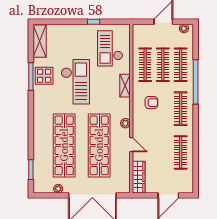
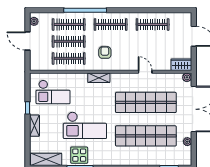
shelving: (75, 29) -> (35, 126), added
checkout: (75, 82) -> (85, 125), turned 180
shelving: (125, 86) -> (99, 78), moved
plant: (125, 123) -> (187, 77), moved
door: (131, 145) -> (145, 72), hinge flipped
wardrobe: (139, 177) -> (181, 65), width x0.67

